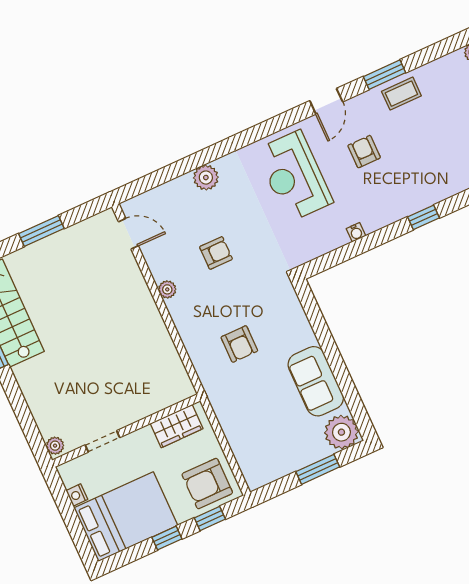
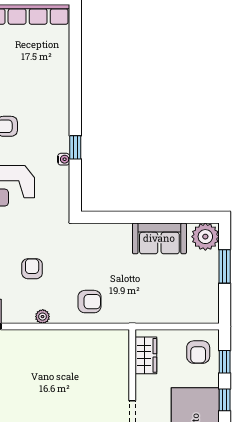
window: (423, 217) -> (75, 147), moved
armchair: (239, 344) -> (89, 302), moved
armchair: (207, 484) -> (198, 352), width x0.72, depth x0.72

